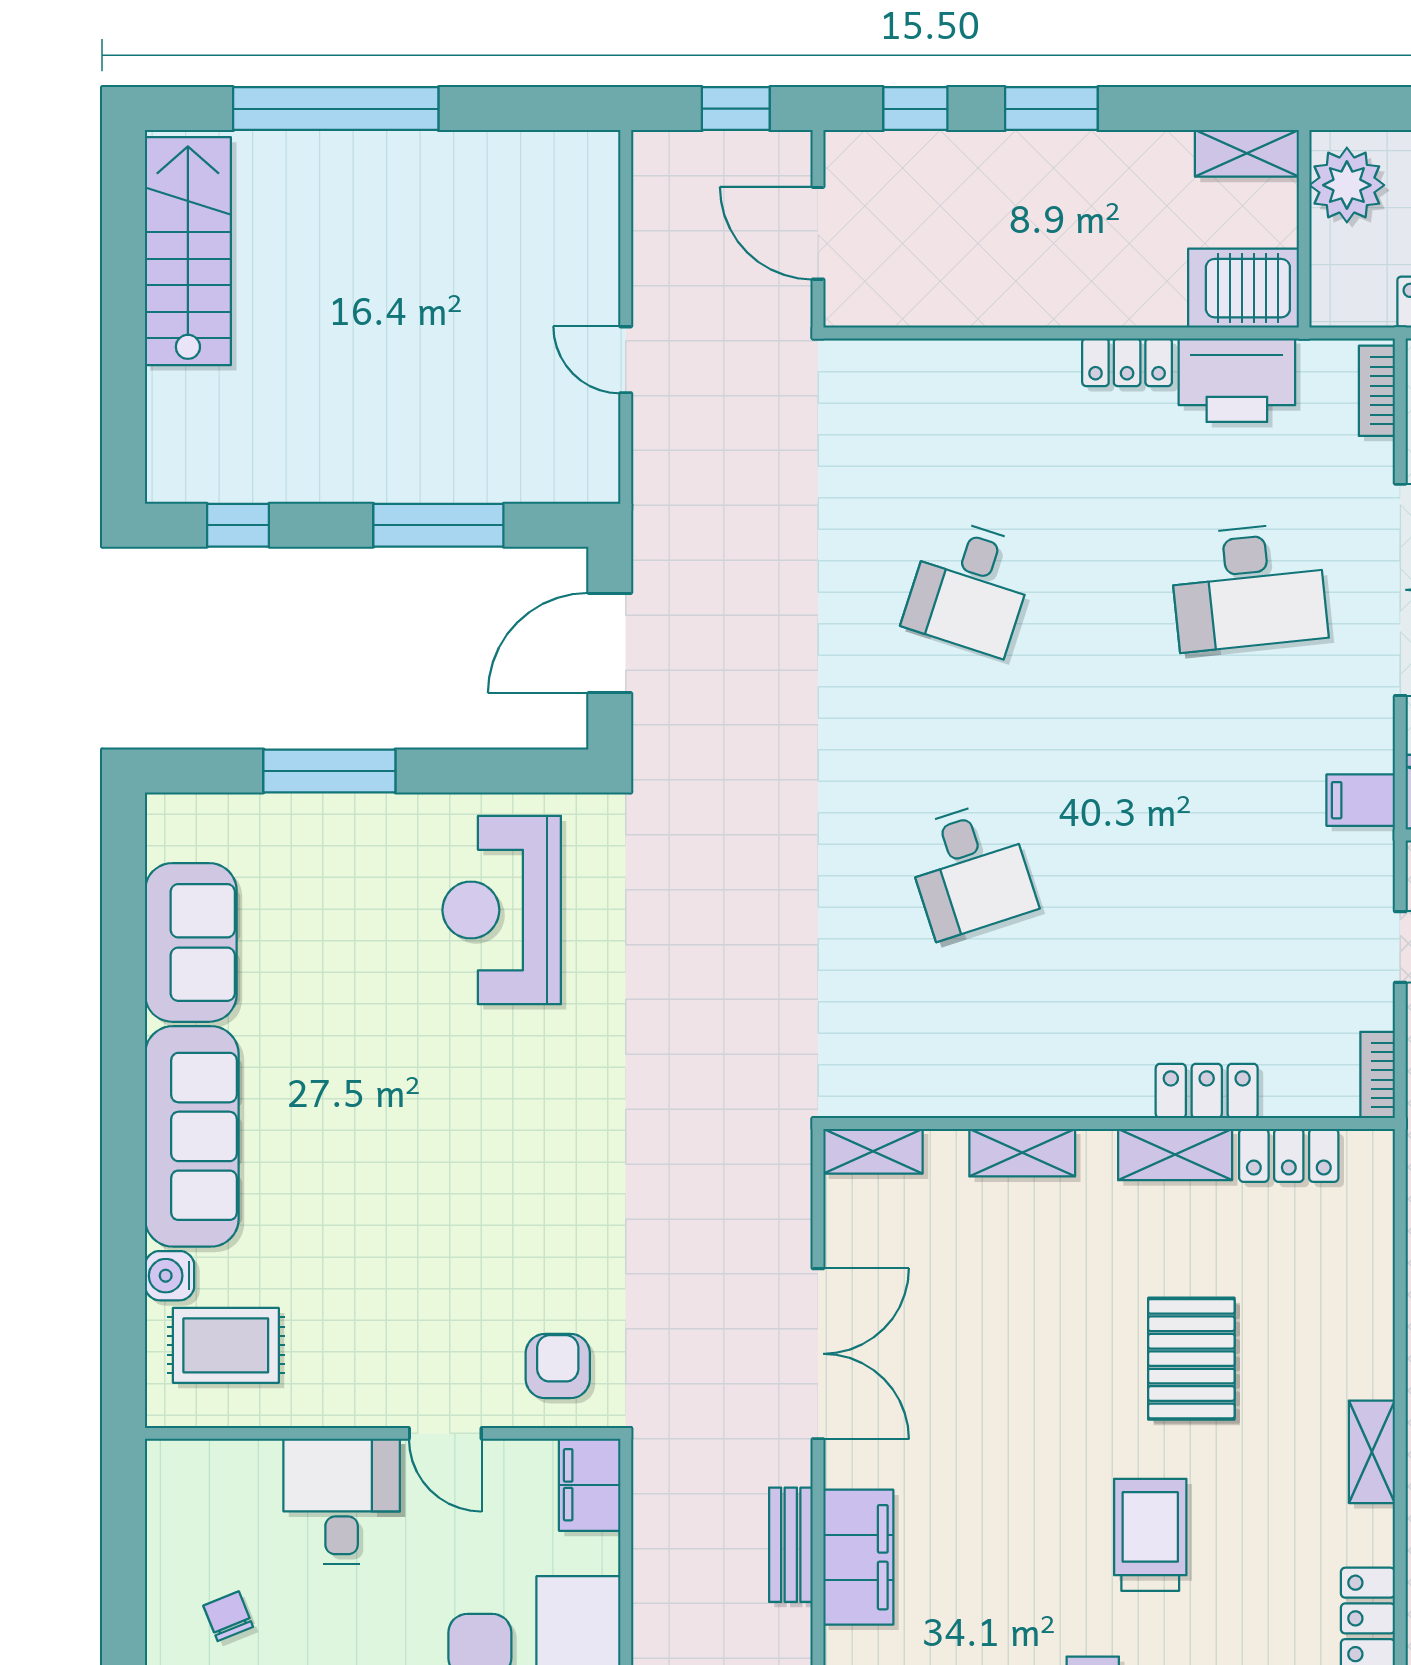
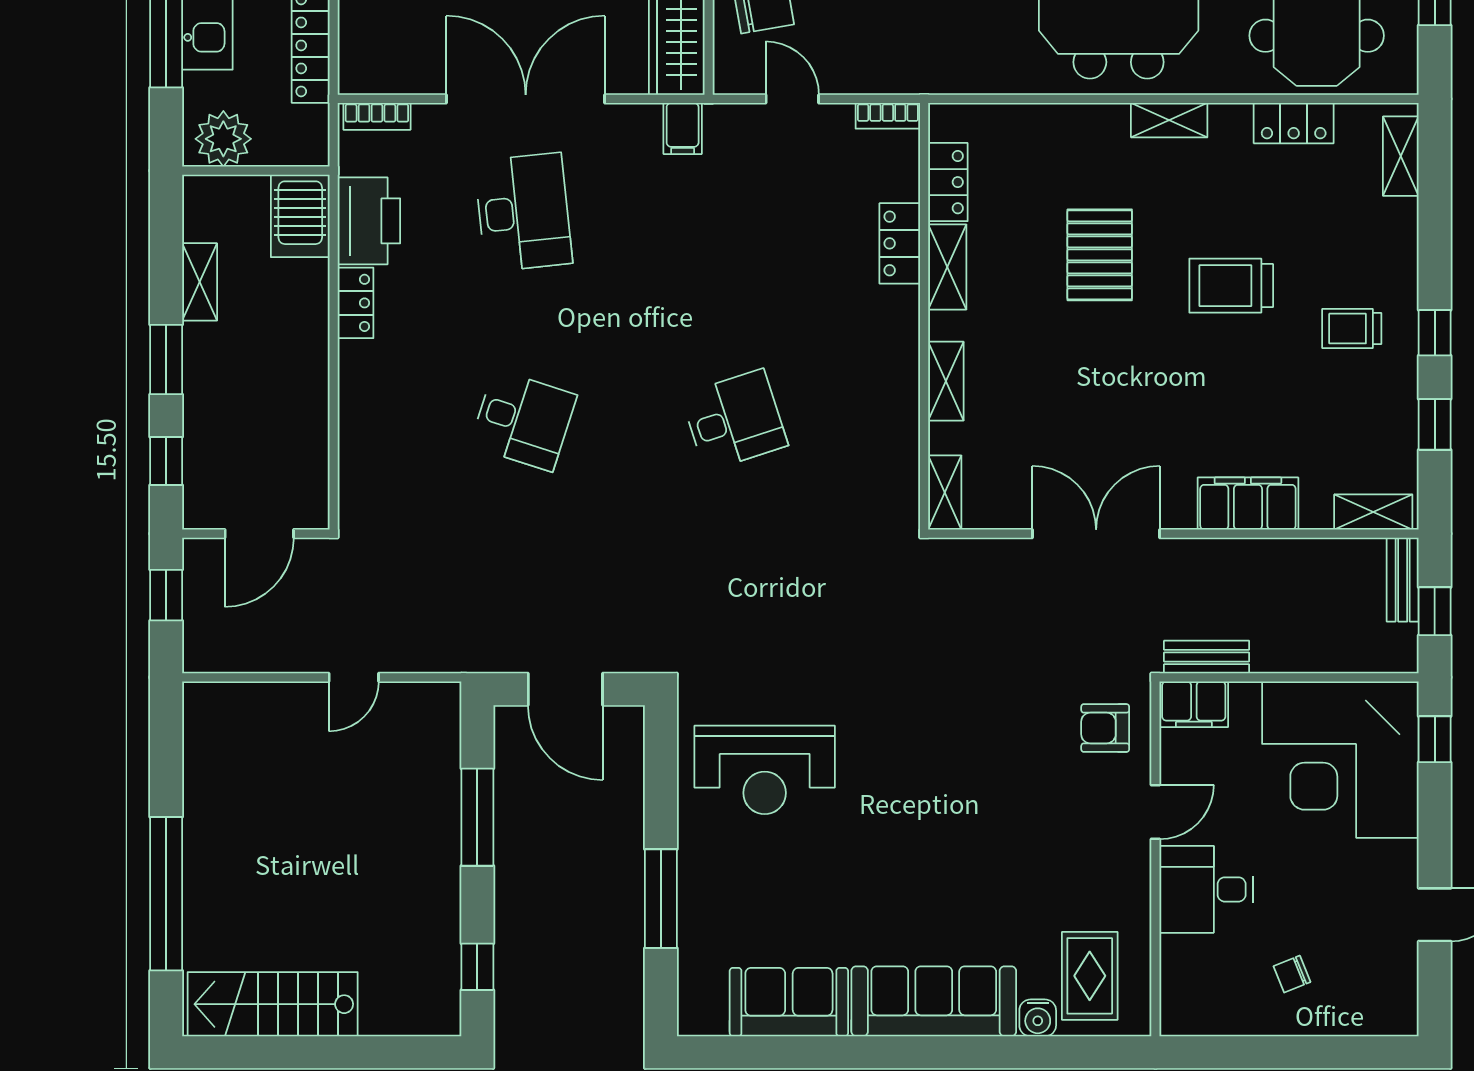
shelving: (1247, 153) -> (200, 282), moved
pallet: (1191, 1359) -> (1100, 255), turned 90
bench: (791, 1545) -> (1207, 657), moved

